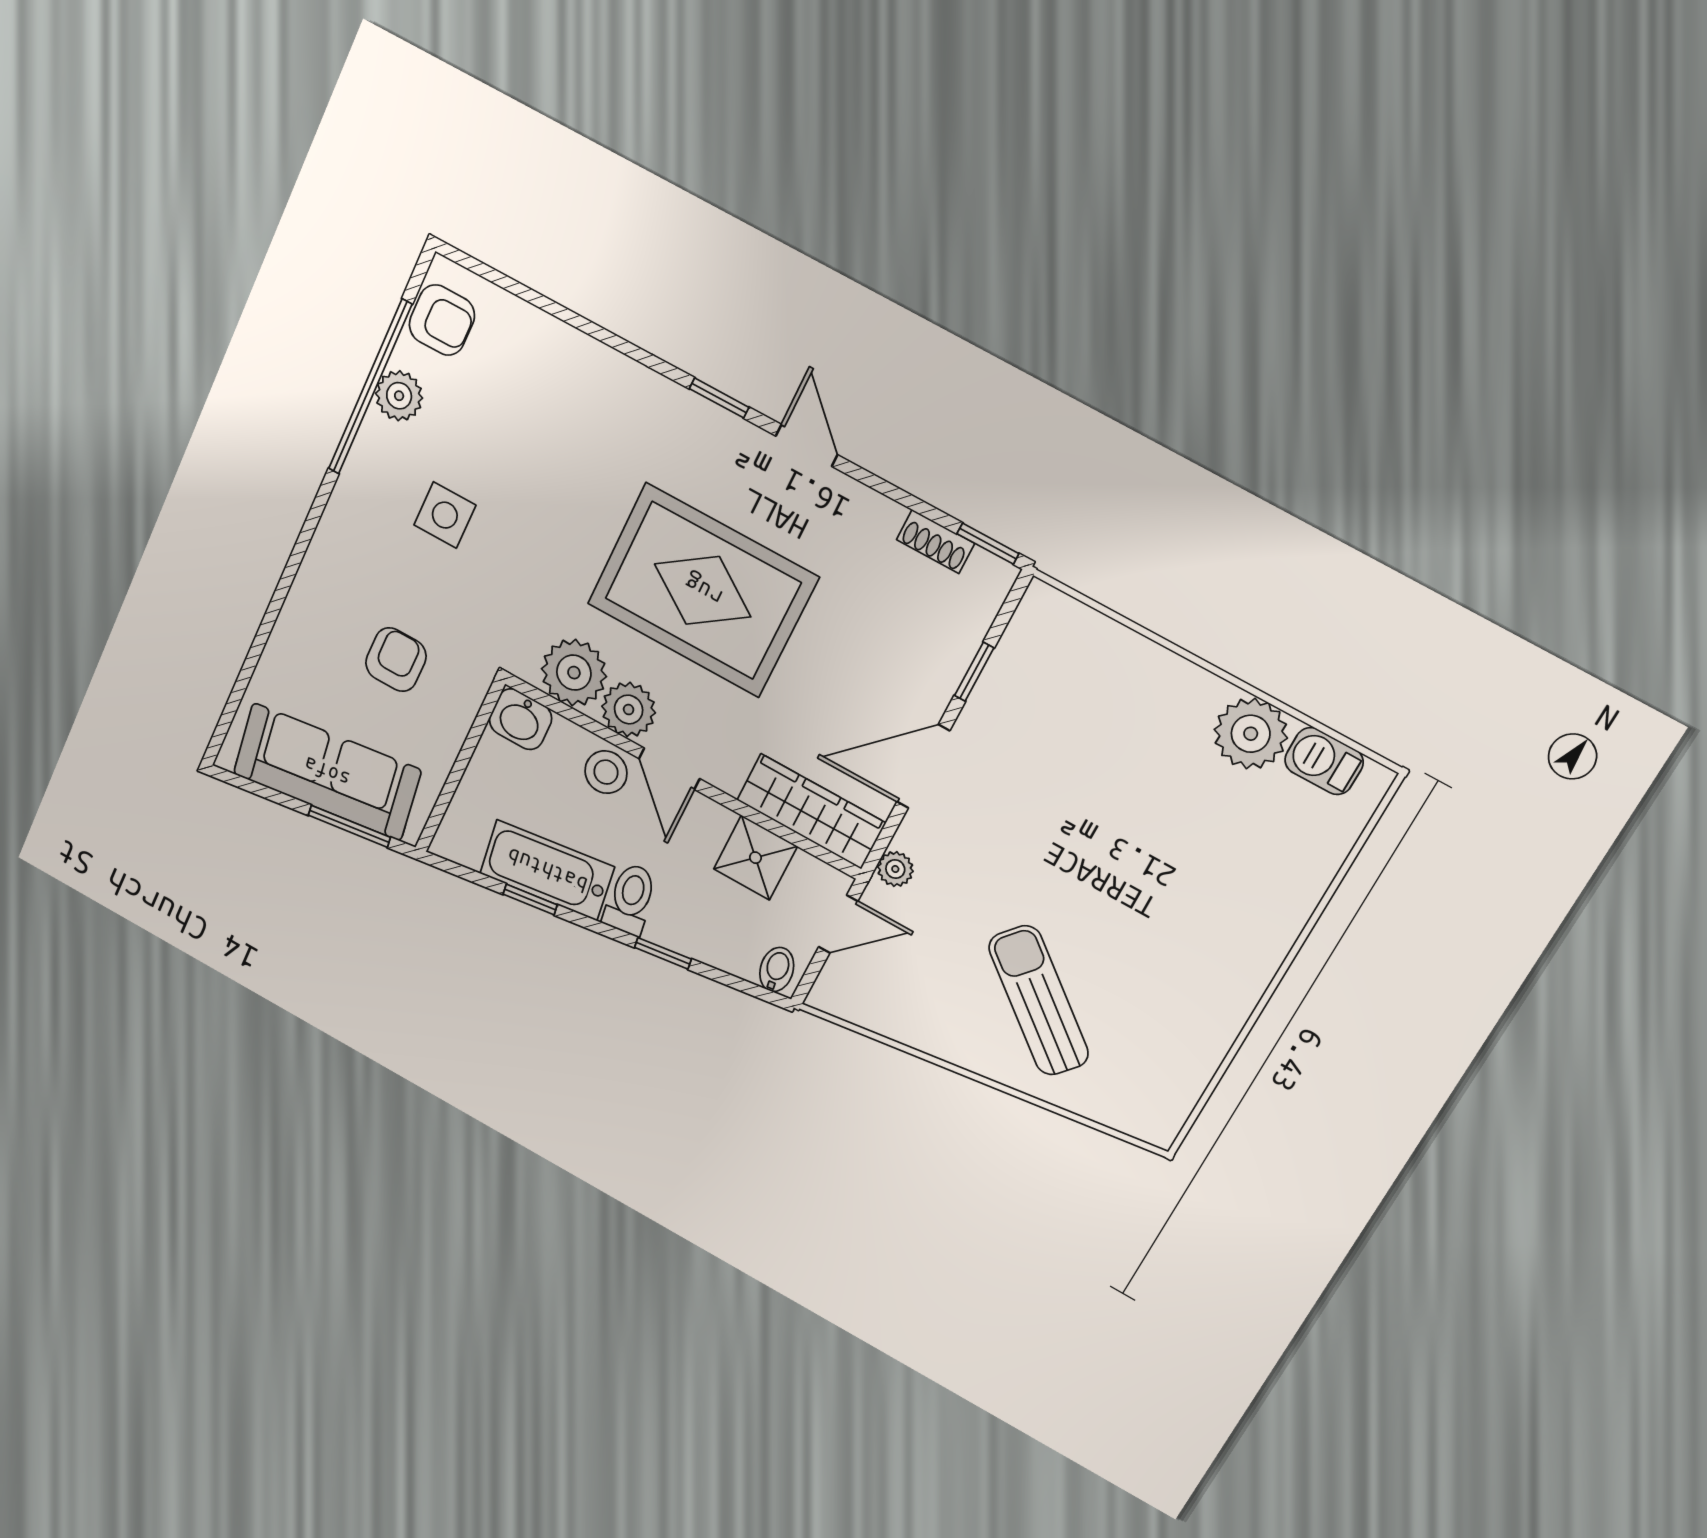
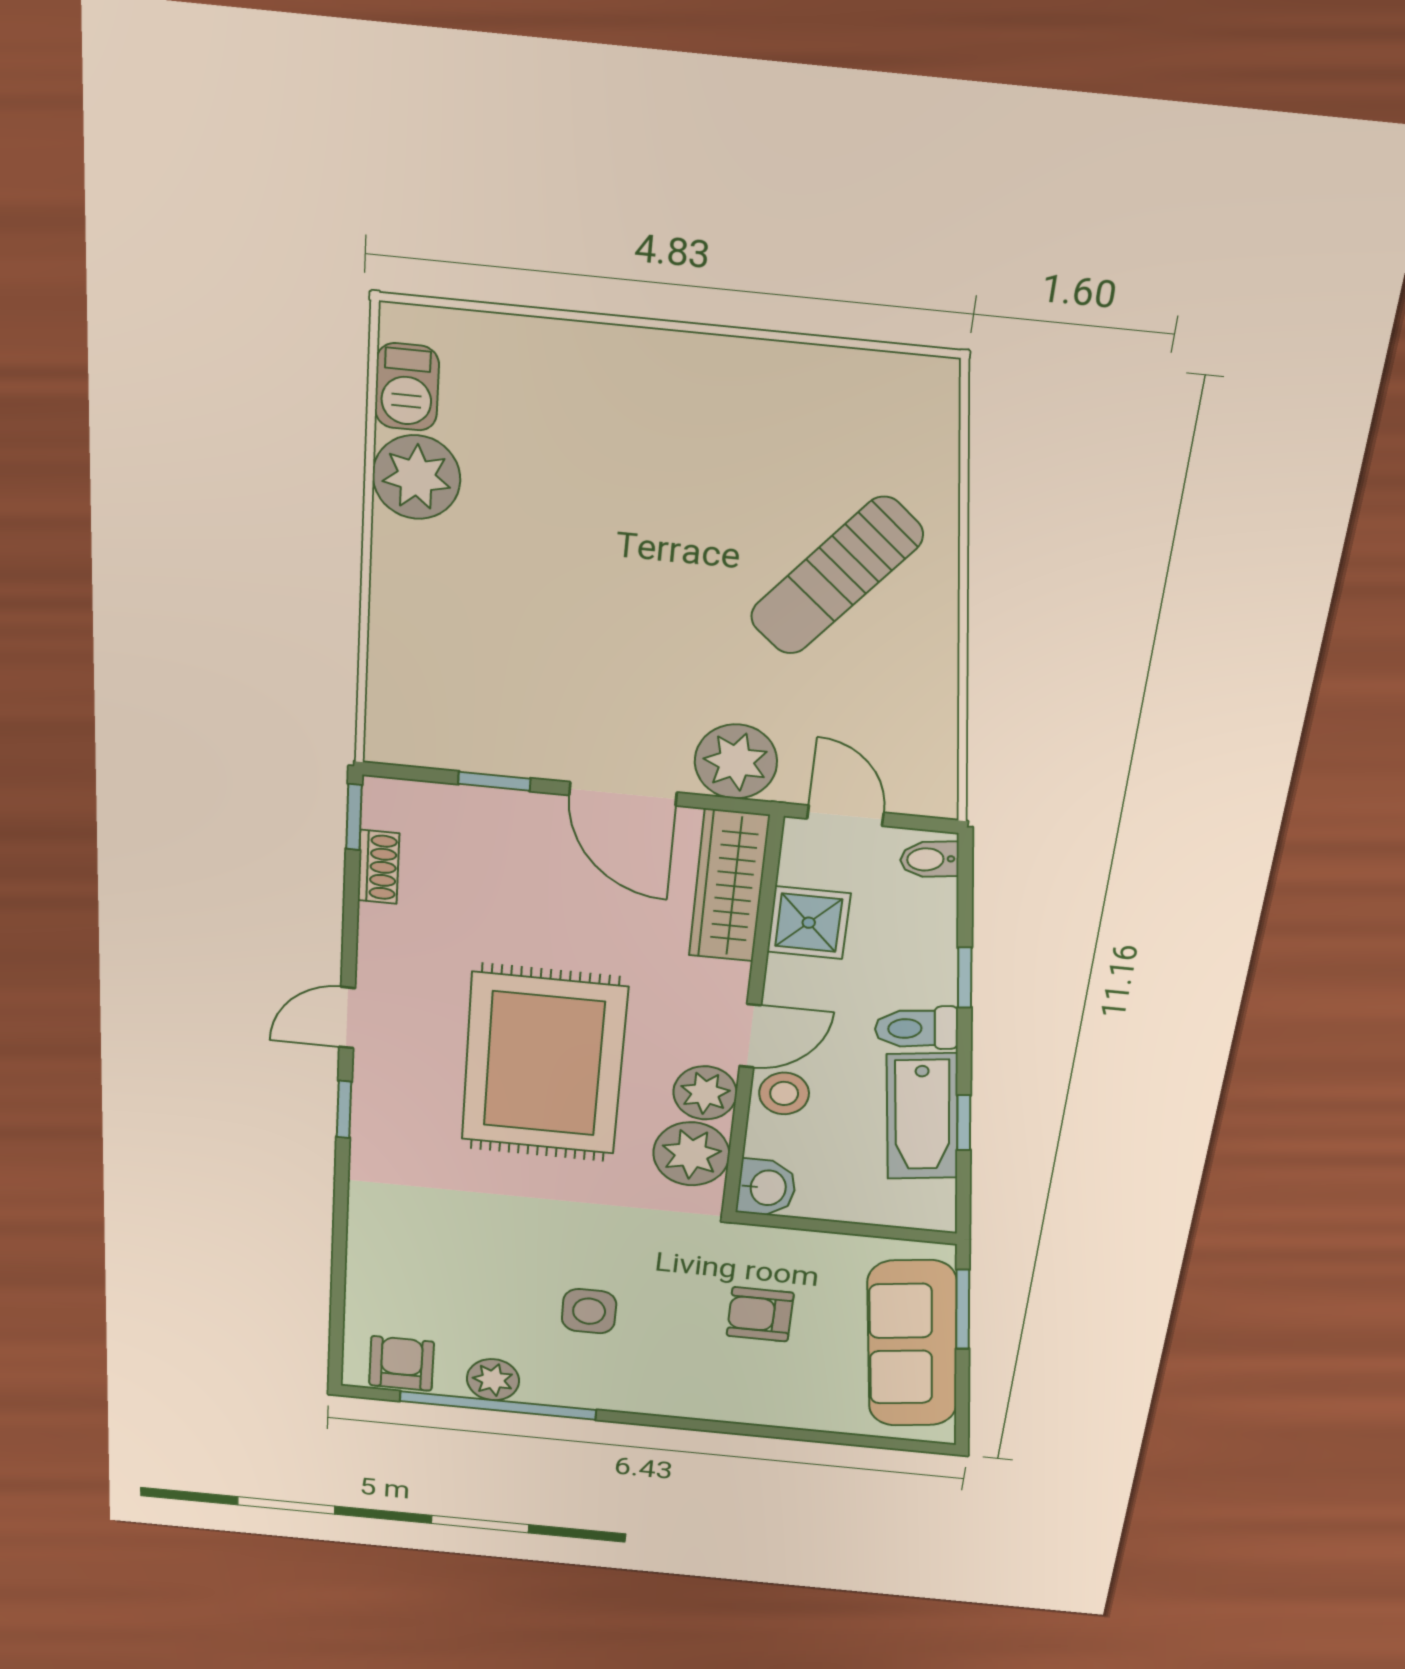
plant: (895, 869) -> (736, 762), width x1.87, depth x1.87

